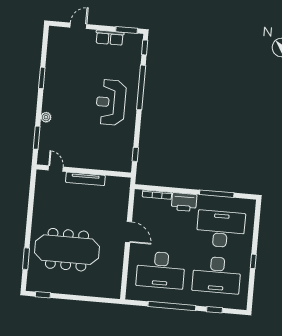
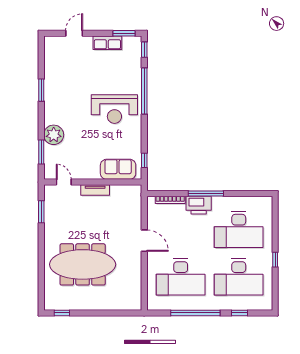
reception desk: (111, 102) -> (114, 109), turned -90
plant: (46, 117) -> (54, 135), width x1.87, depth x1.87
sofa: (109, 161) -> (118, 169), added
tv unit: (85, 179) -> (95, 190), width x0.71
window: (217, 194) -> (206, 193), moved
desk: (221, 229) -> (239, 230), turned 180
window: (26, 259) -> (41, 212), moved

